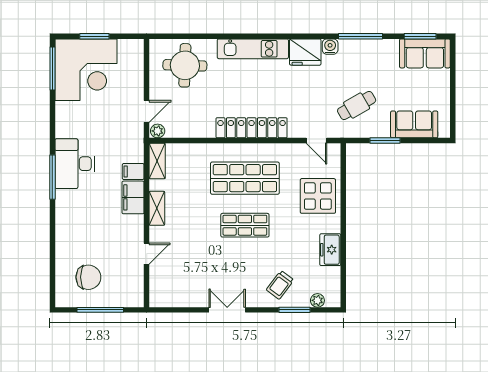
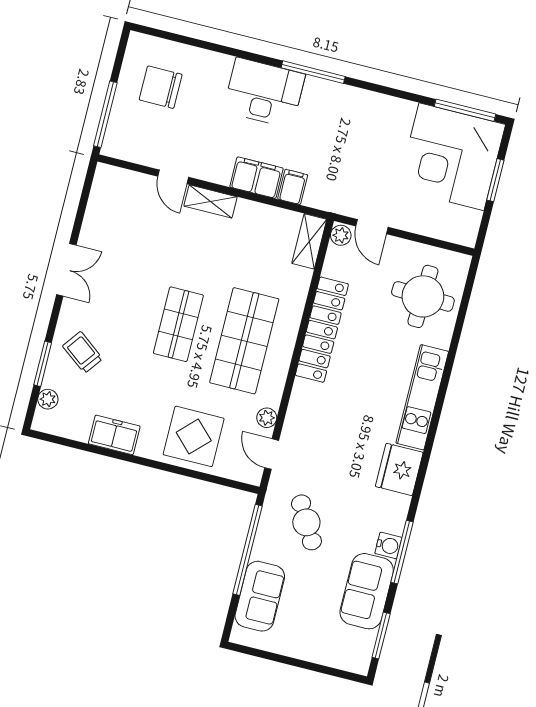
water cooler: (330, 47) -> (388, 545), moved
sofa: (425, 53) -> (367, 591), moved
locker: (252, 128) -> (322, 330), moved
door: (317, 141) -> (272, 454), hinge flipped
window: (385, 141) -> (248, 550), width x2.11
plant: (293, 150) -> (267, 418), added
shelving: (157, 161) -> (309, 241), moved, turned 90
desk: (75, 164) -> (264, 93), moved
shelving: (157, 208) -> (211, 201), moved
chair: (88, 277) -> (161, 87), turned 90
window: (100, 310) -> (105, 114), moved

